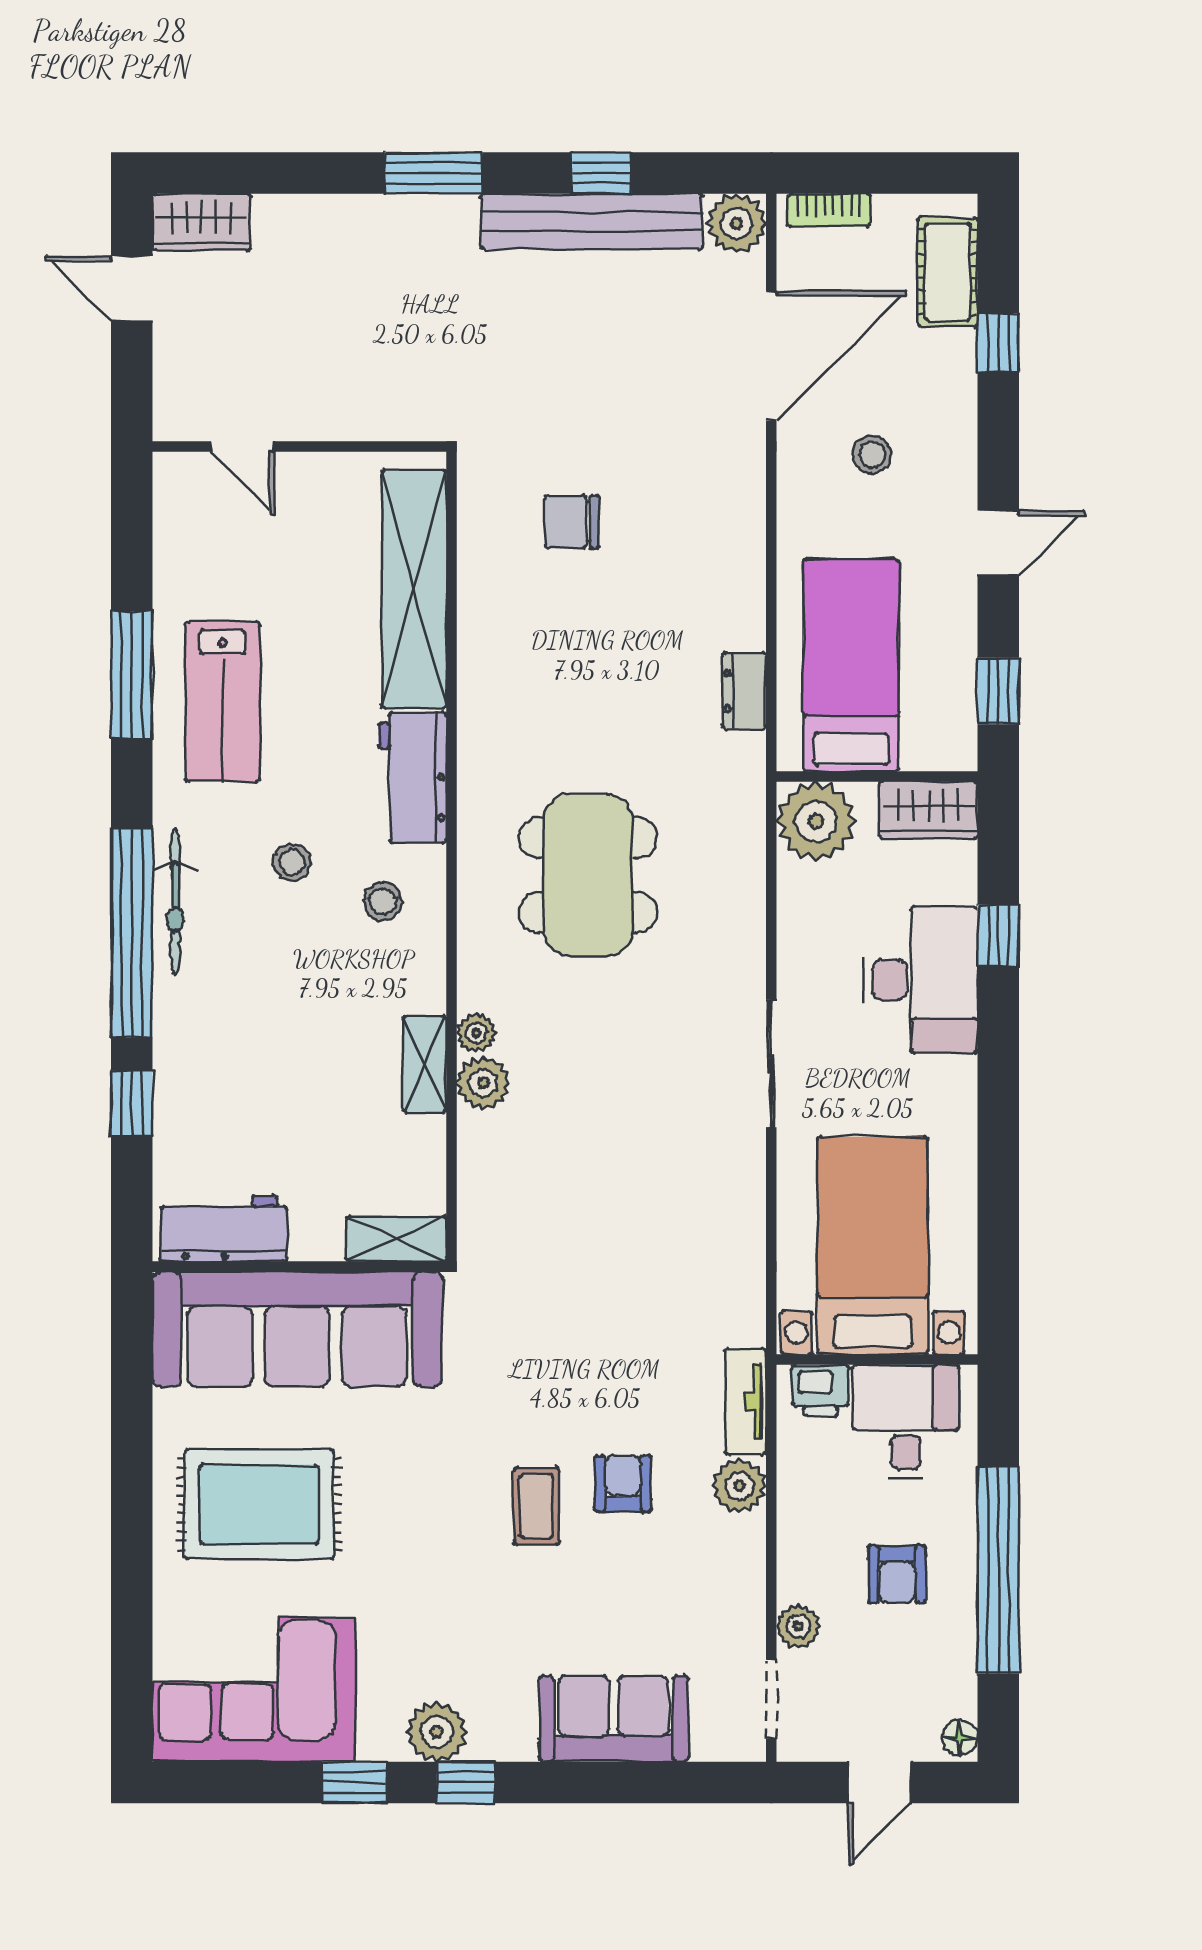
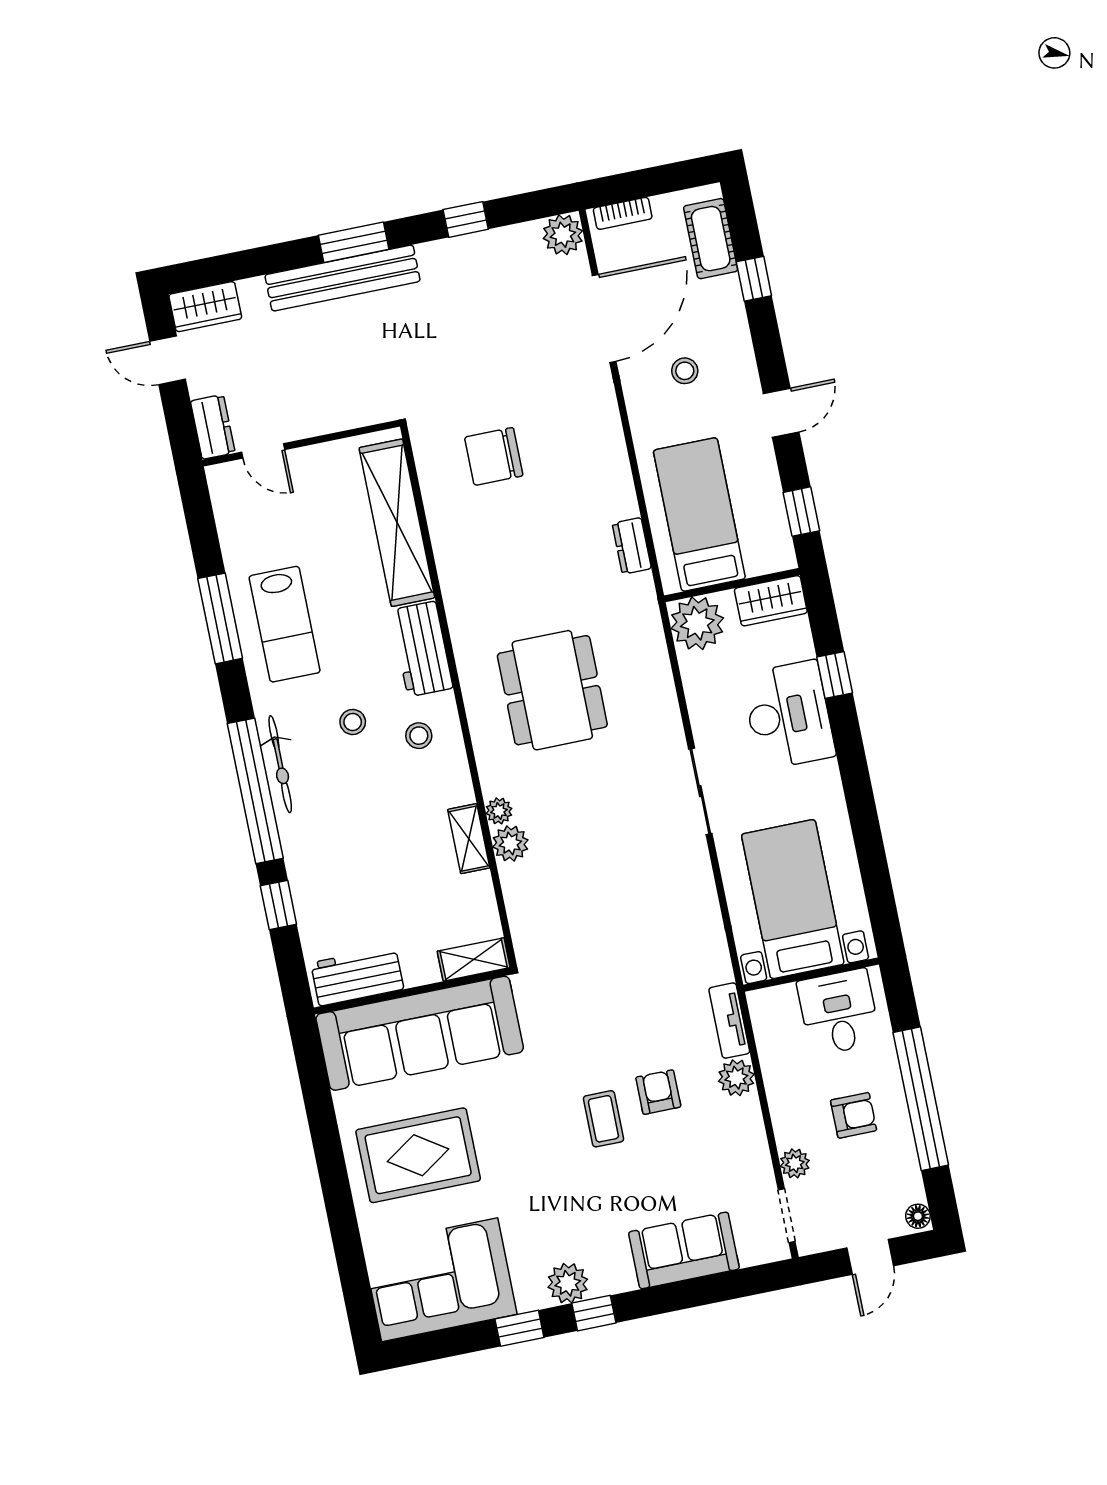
bench: (592, 221) -> (343, 278), moved
dresser: (177, 397) -> (213, 427), added
chair: (572, 522) -> (494, 456), width x1.37, depth x1.37
printer: (820, 1390) -> (778, 1003), removed
armchair: (897, 1574) -> (854, 1115), turned -90

